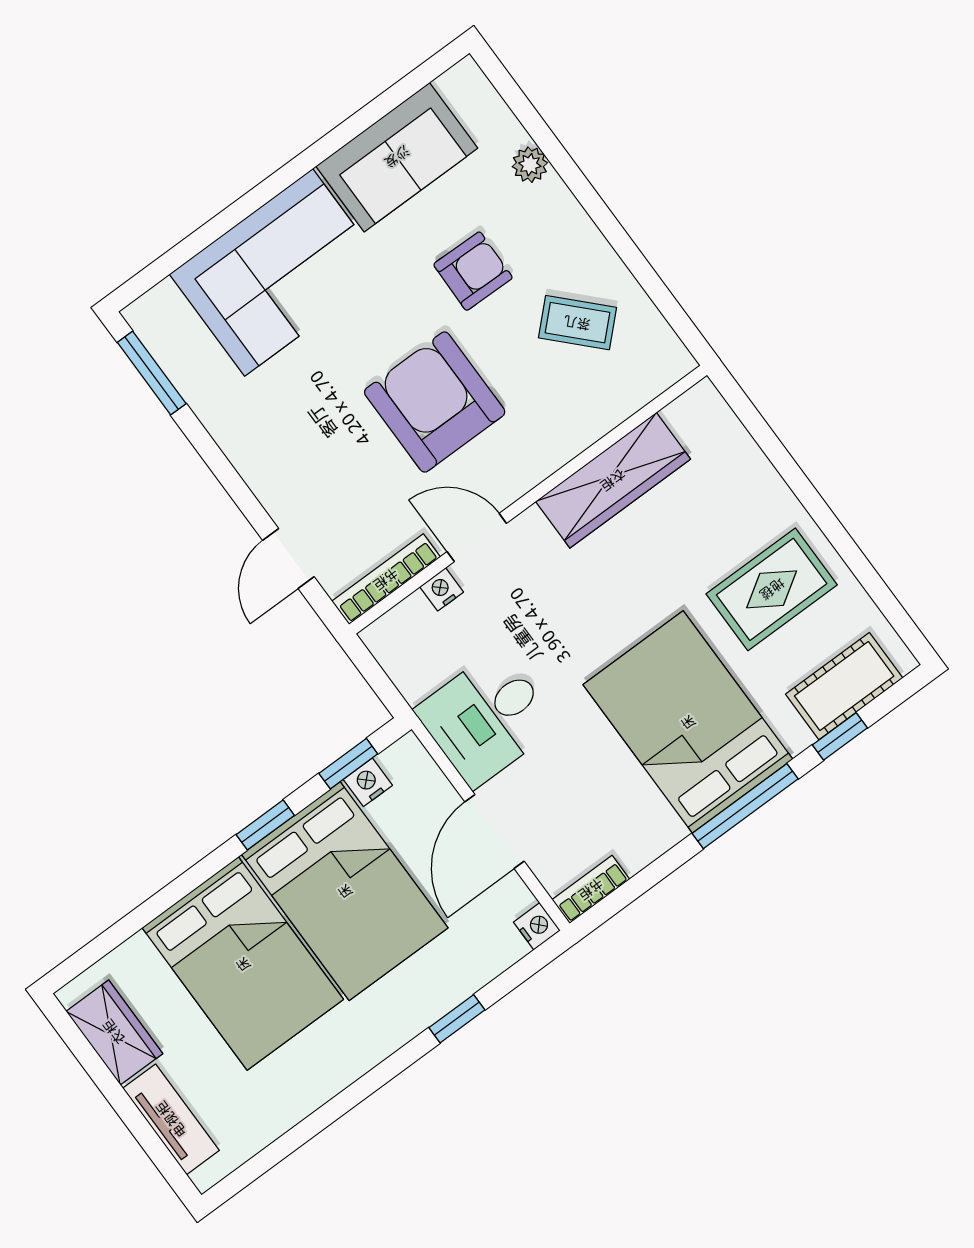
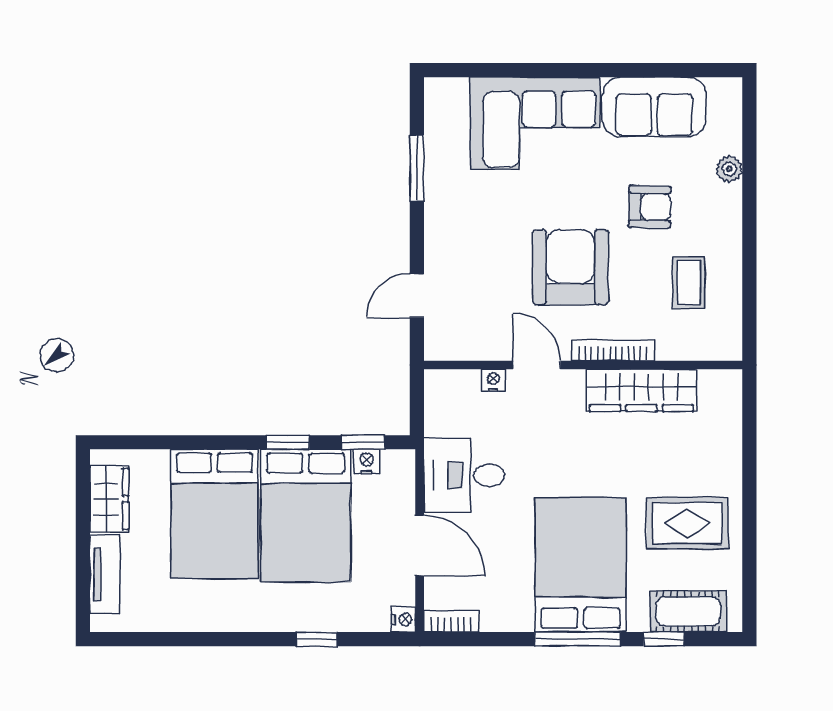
coffee table: (577, 323) -> (689, 282), turned 44
window: (152, 373) -> (417, 168), moved
bookcase: (386, 579) -> (613, 350), moved
door: (494, 832) -> (420, 545), swing flipped

